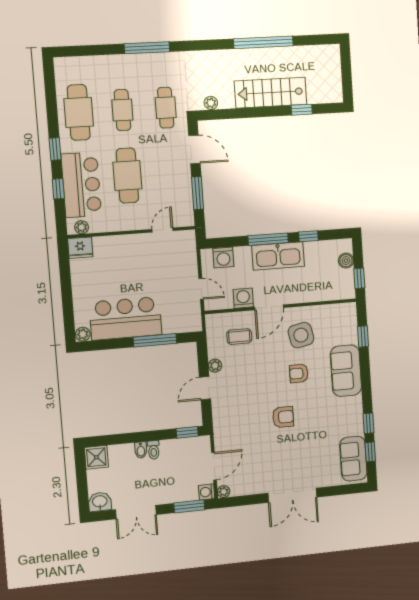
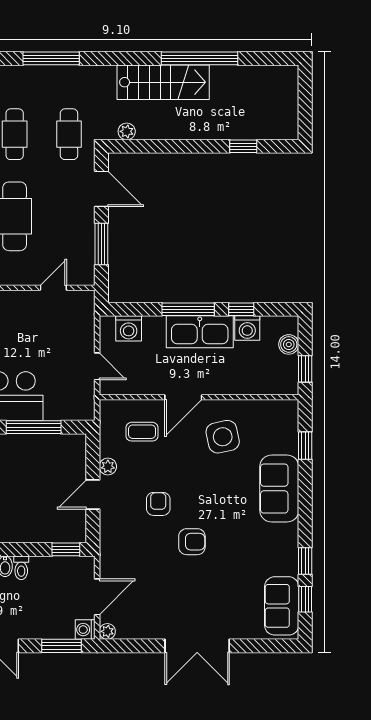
stairs: (271, 93) -> (163, 82), moved, turned 180
washing machine: (243, 298) -> (247, 328), moved, turned 180
armchair: (299, 373) -> (158, 504), moved, turned 90

